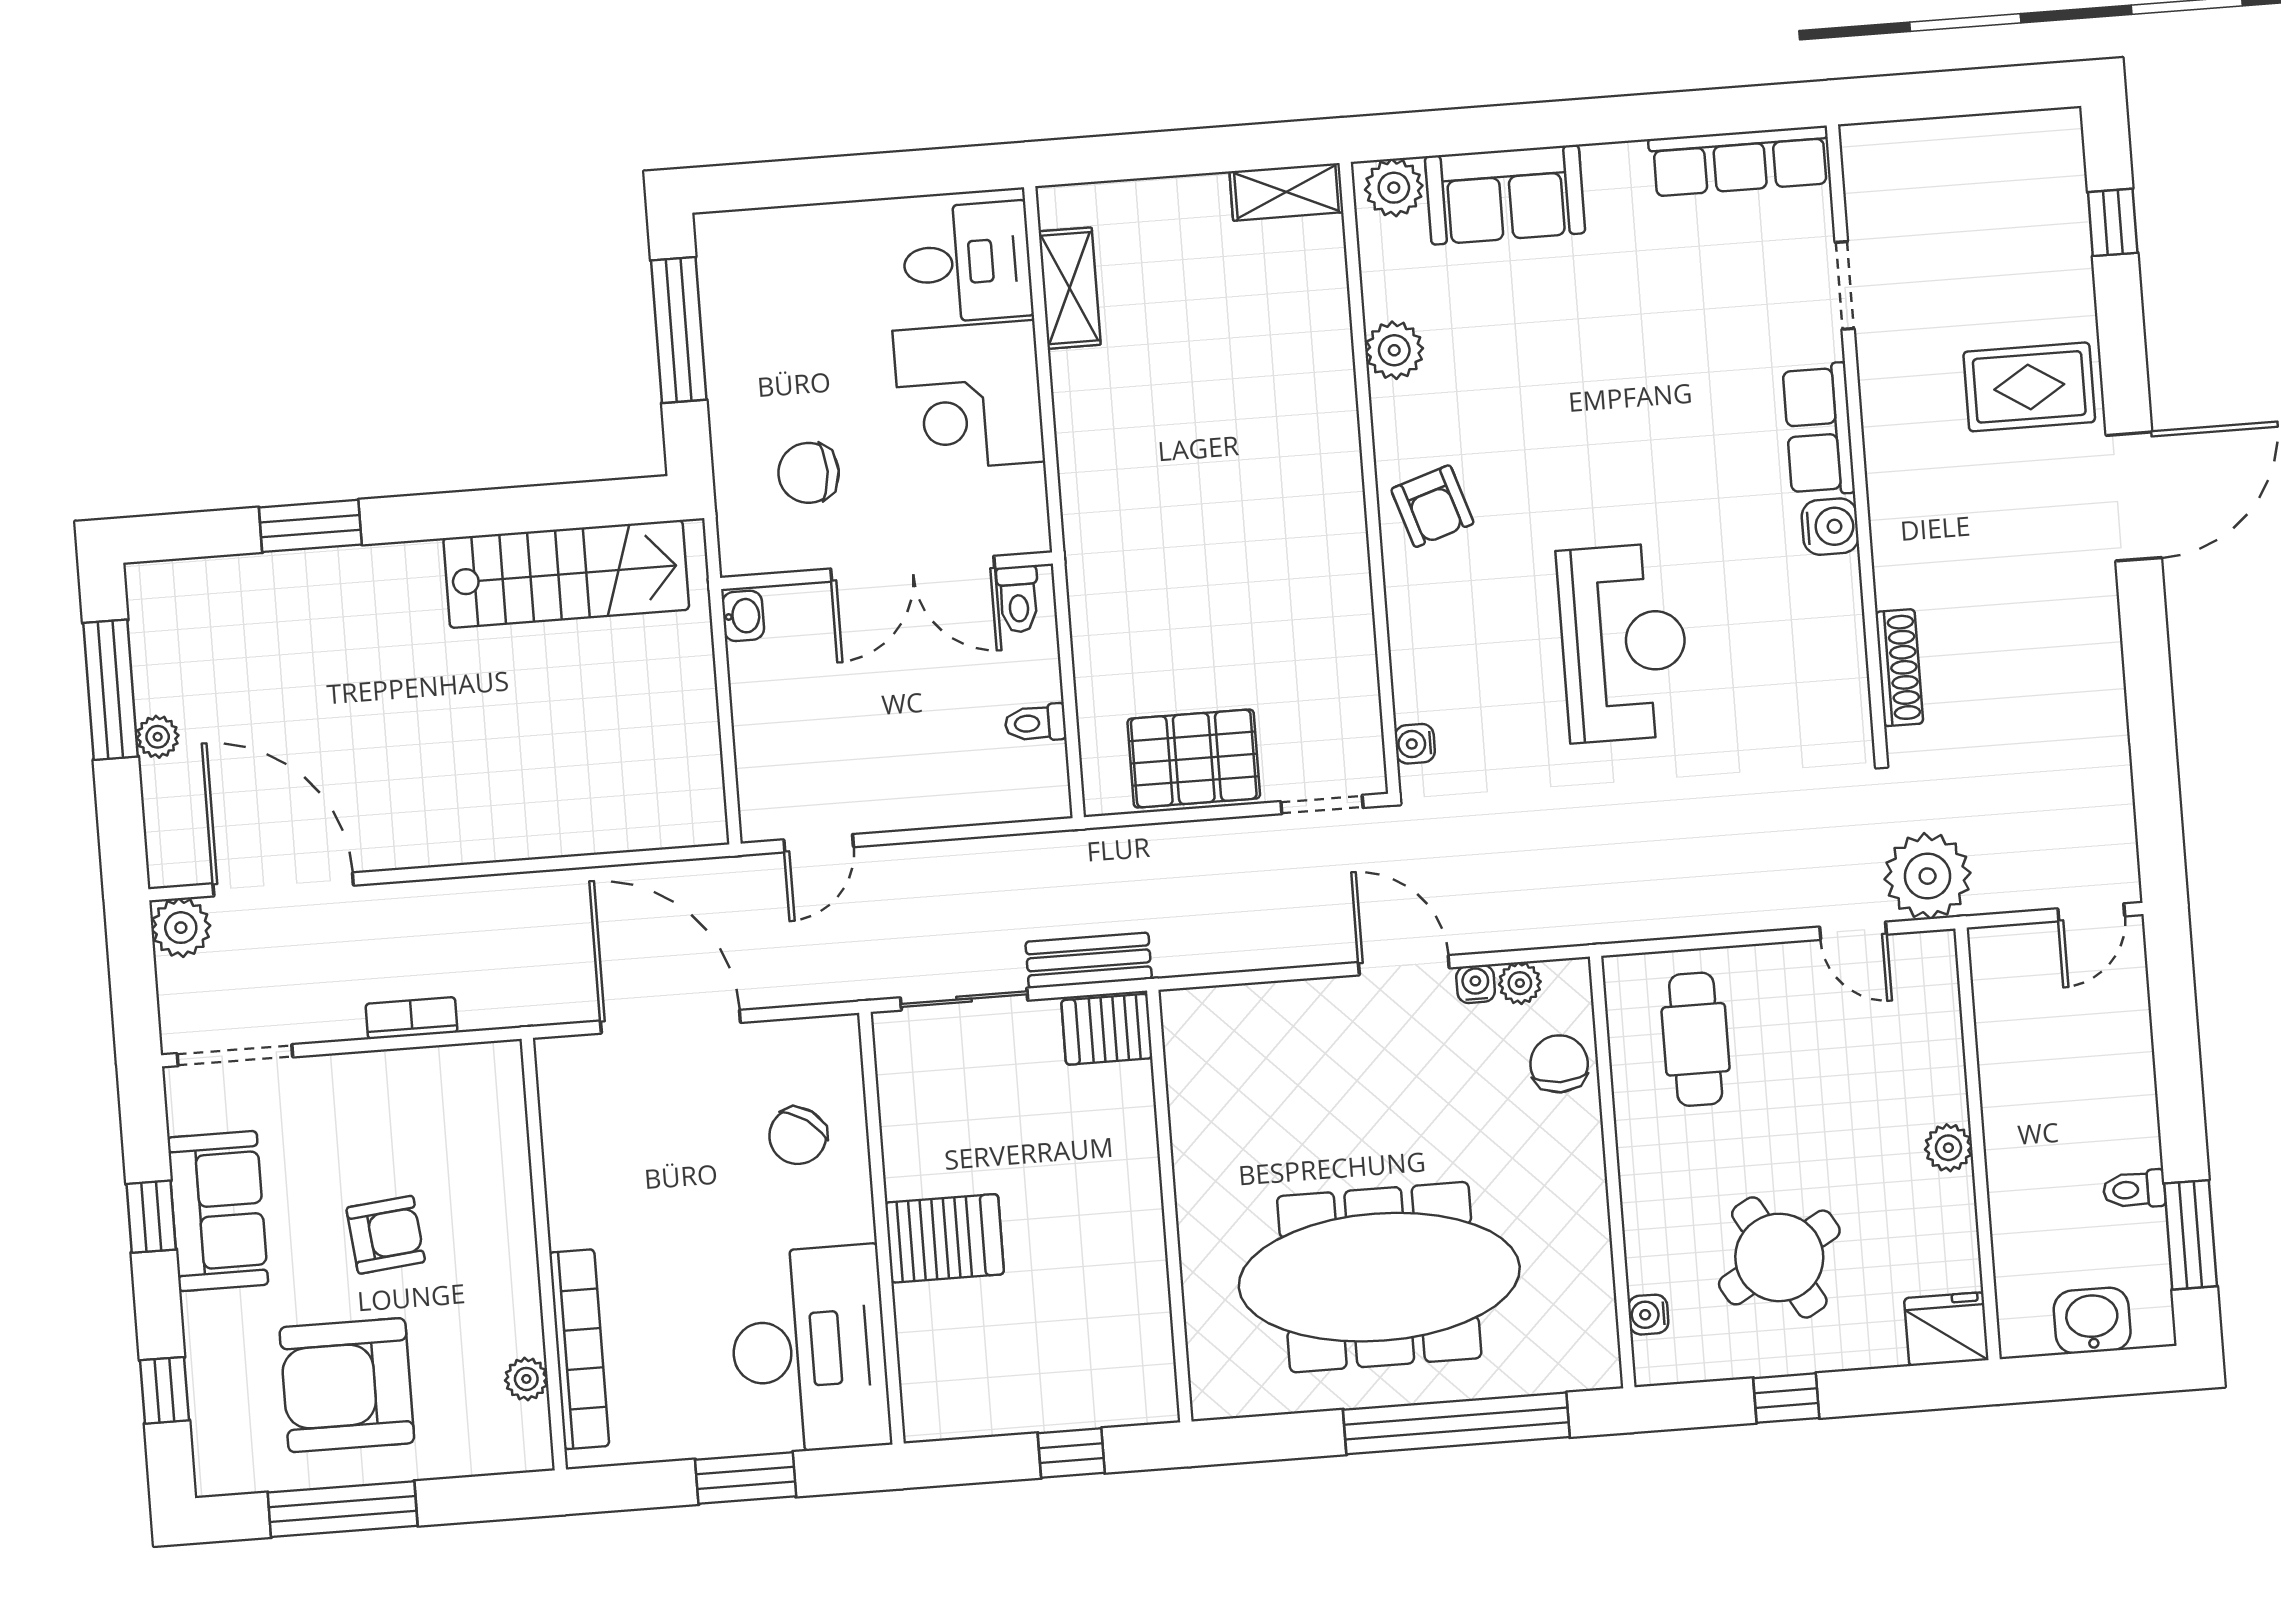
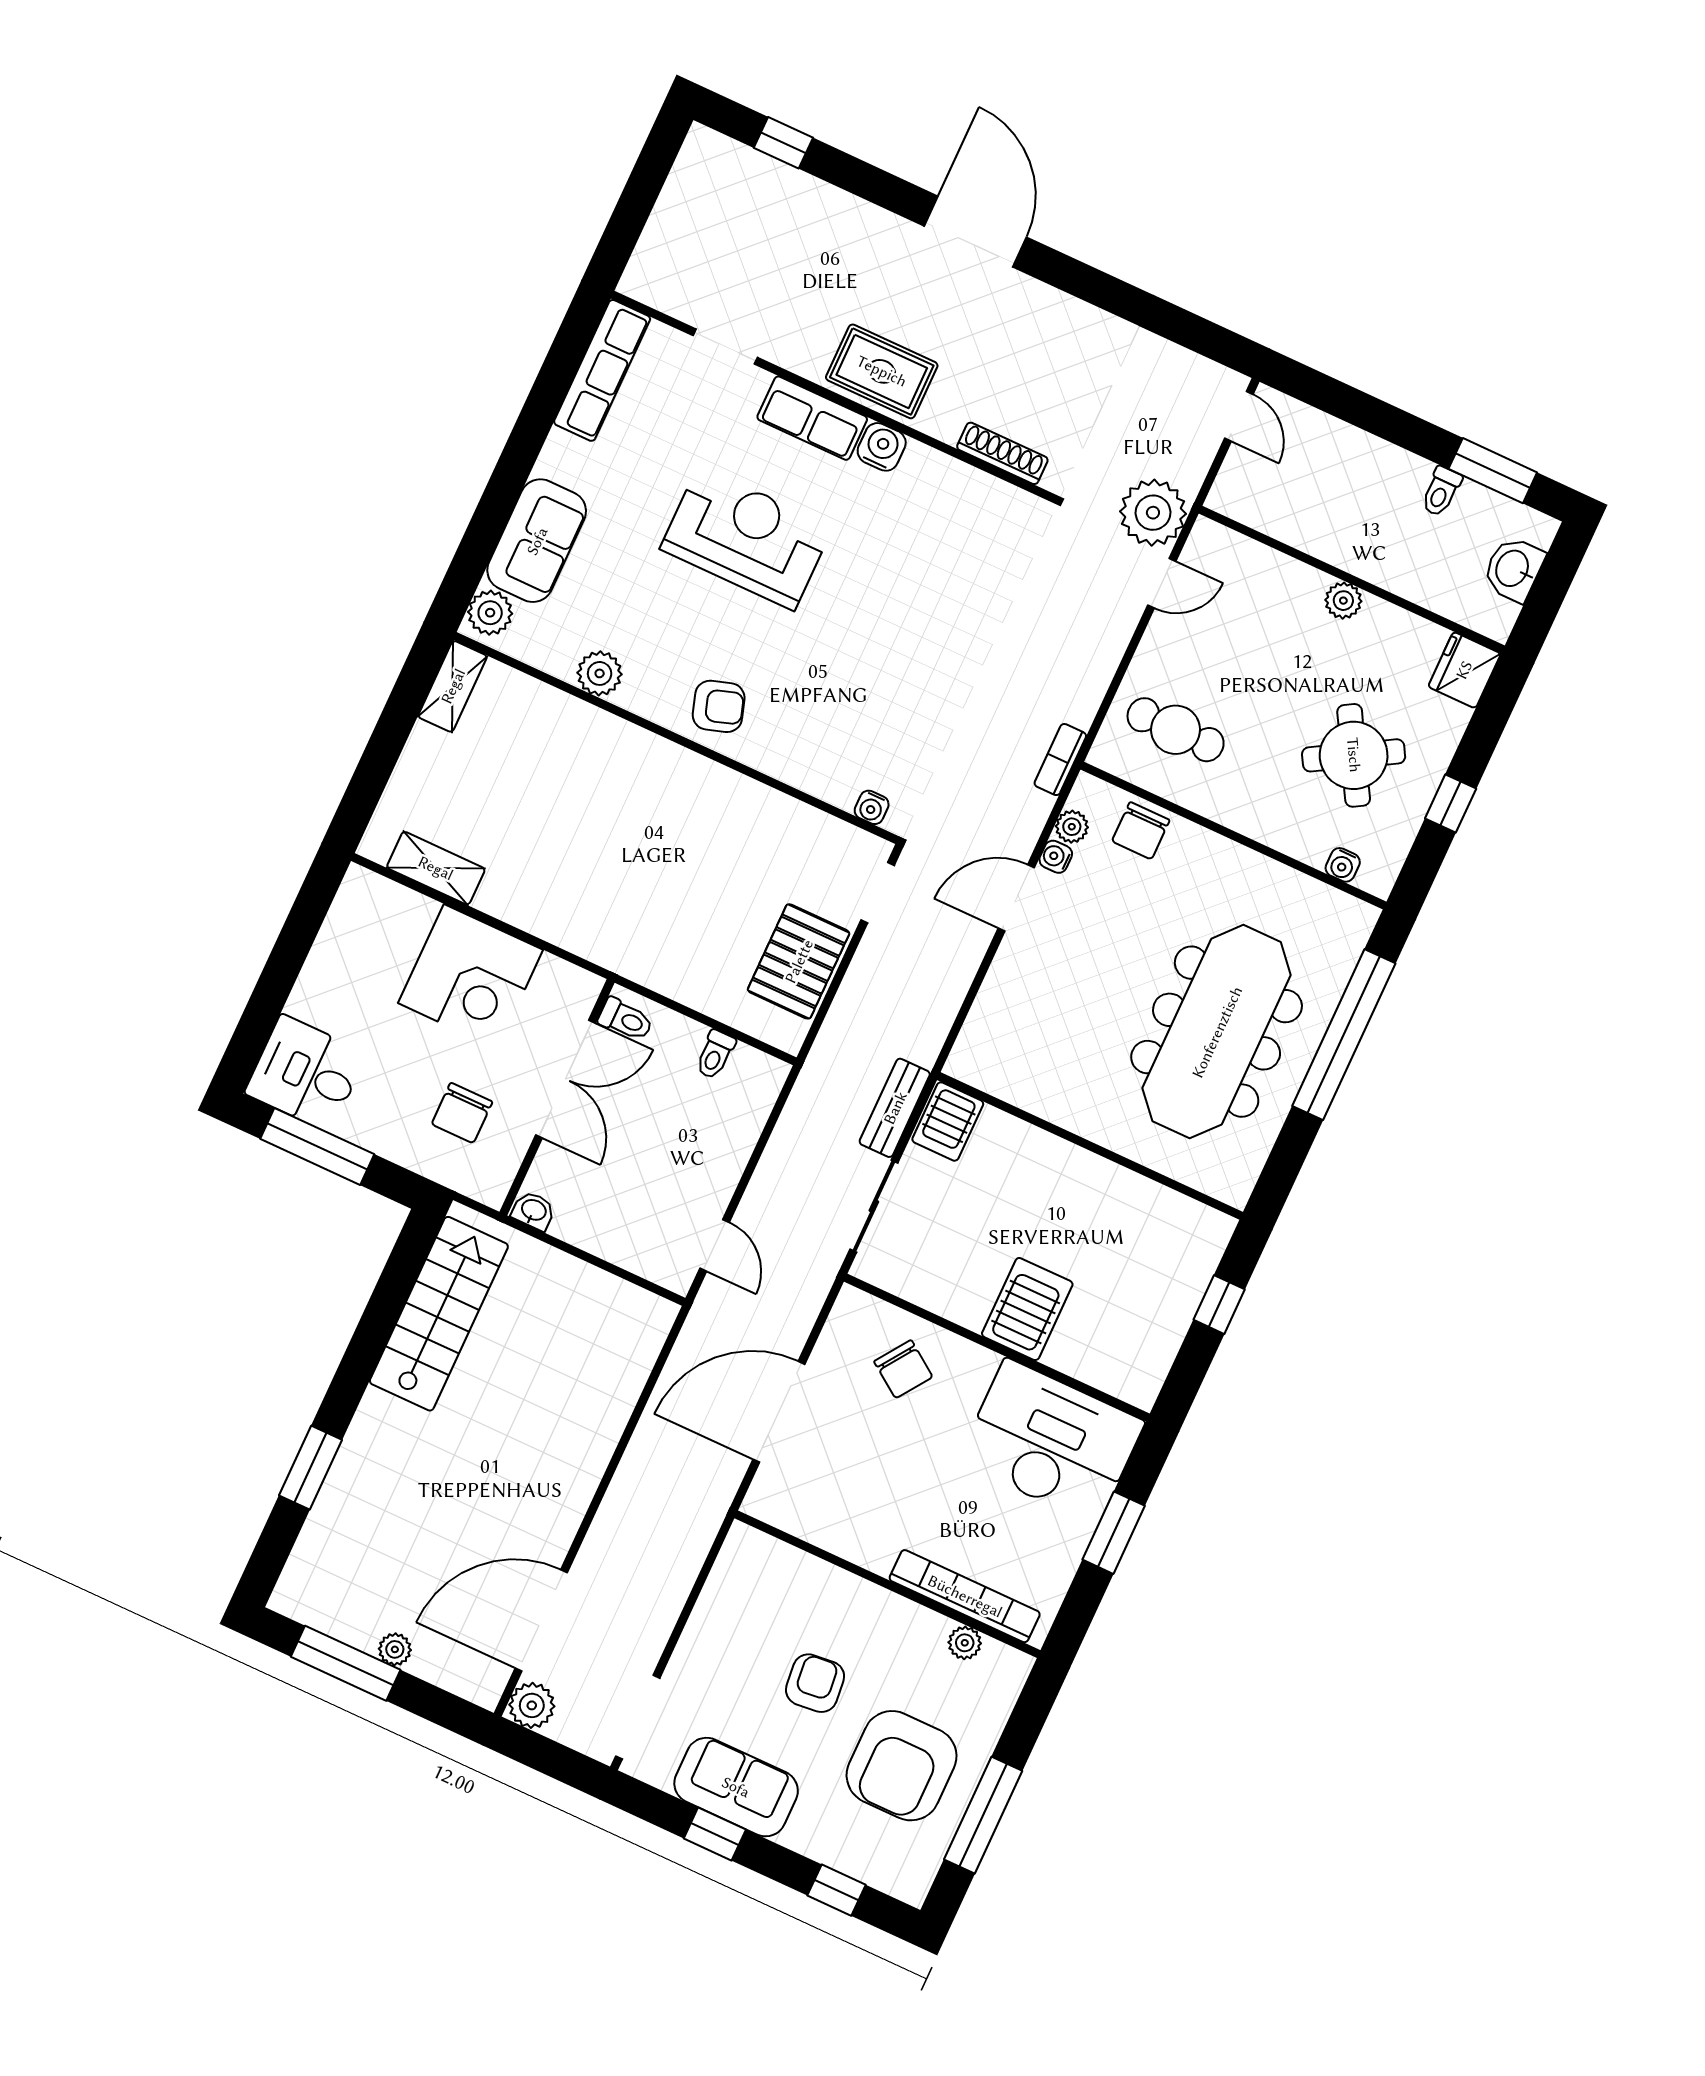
desk: (967, 262) -> (306, 1073), moved, turned -90
rug: (2029, 387) -> (882, 371), moved, turned 90
reception desk: (1624, 643) -> (746, 538), moved
bookcase: (411, 1018) -> (1060, 760), moved
chair: (1559, 1064) -> (1141, 831), turned -90

